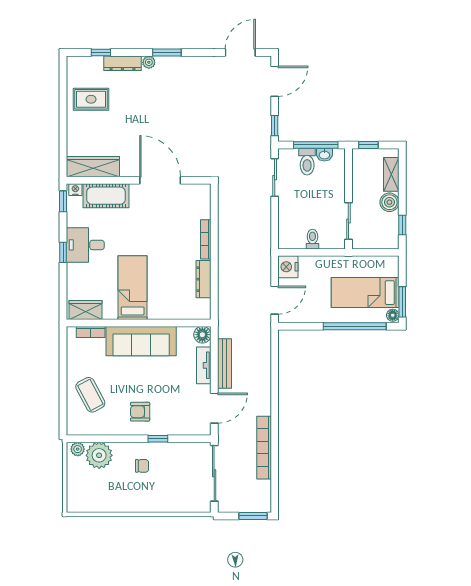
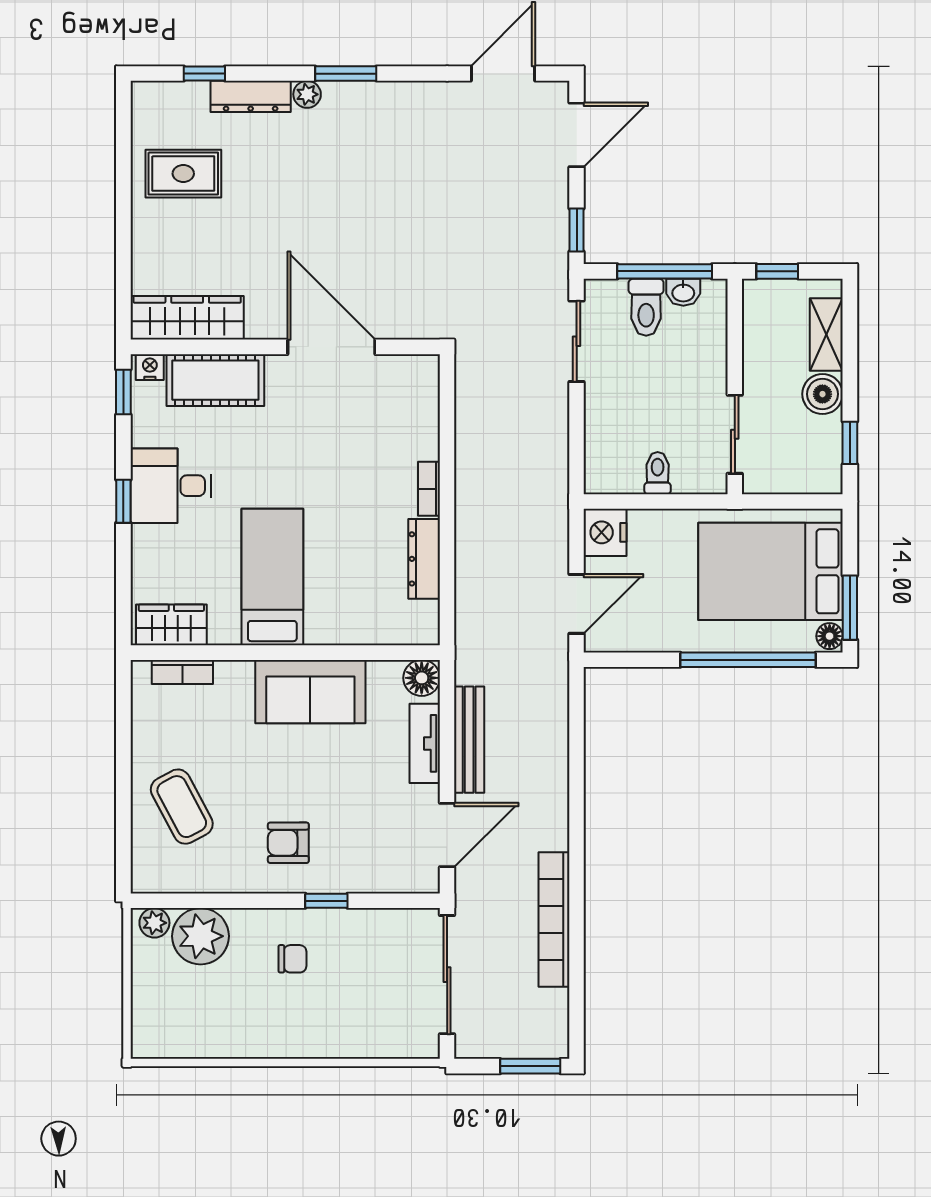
bookcase: (206, 239) -> (429, 489), width x0.64
bed: (365, 293) -> (770, 571), width x1.50
sofa: (141, 341) -> (310, 692), width x0.73

